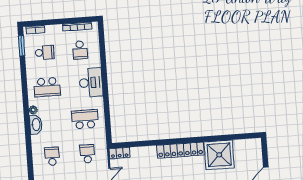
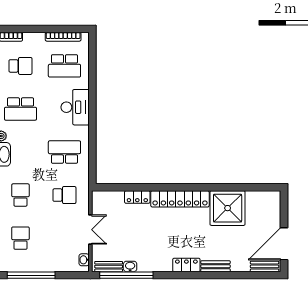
school desk: (80, 50) -> (64, 66), width x1.85
locker: (120, 153) -> (137, 197), moved
school desk: (87, 154) -> (64, 195), turned 90

